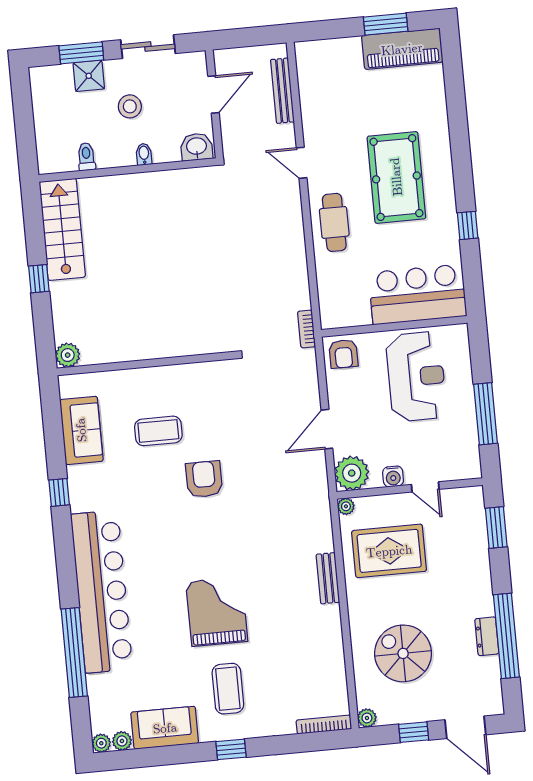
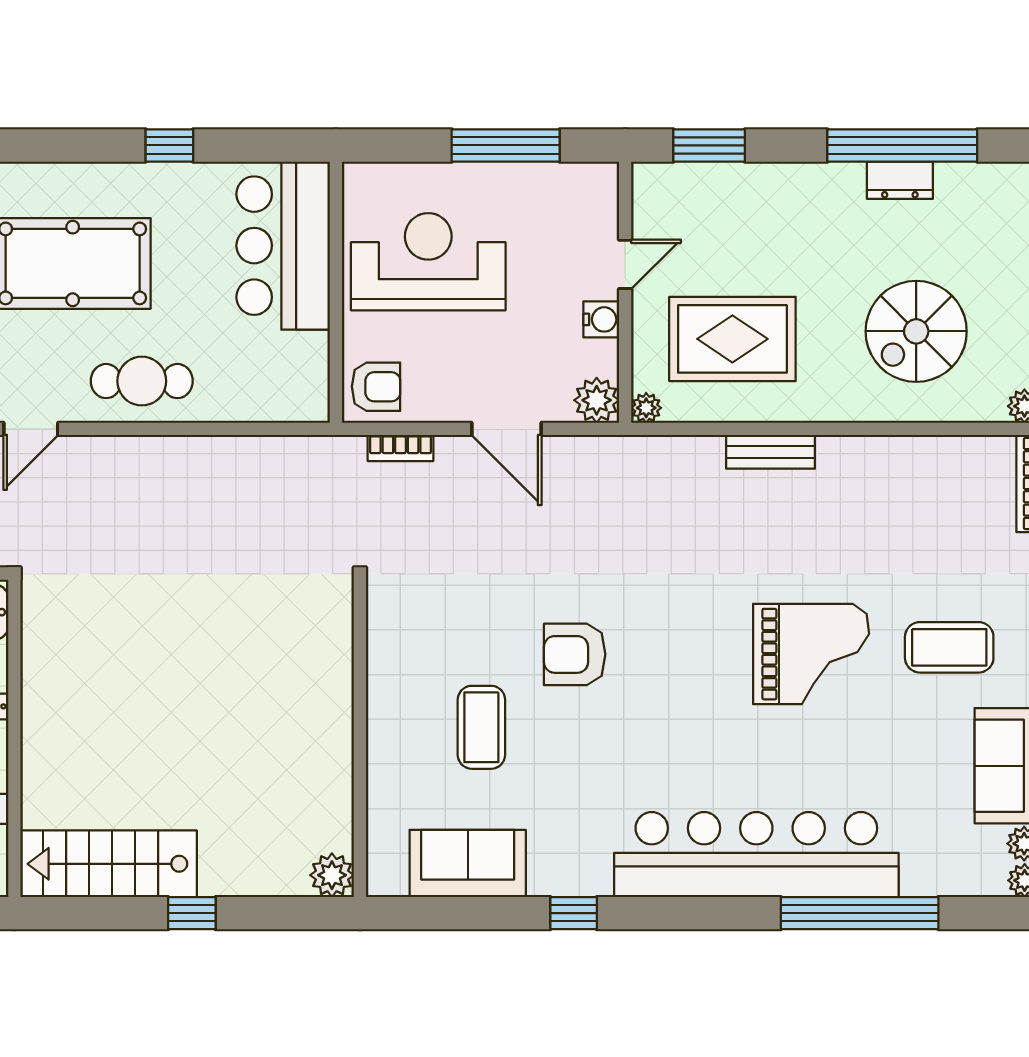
bookcase: (307, 329) -> (401, 448), moved
plant: (352, 473) -> (597, 400), width x0.73, depth x0.73
rug: (389, 551) -> (732, 339), turned 90
grand piano: (217, 612) -> (811, 654), turned 180

